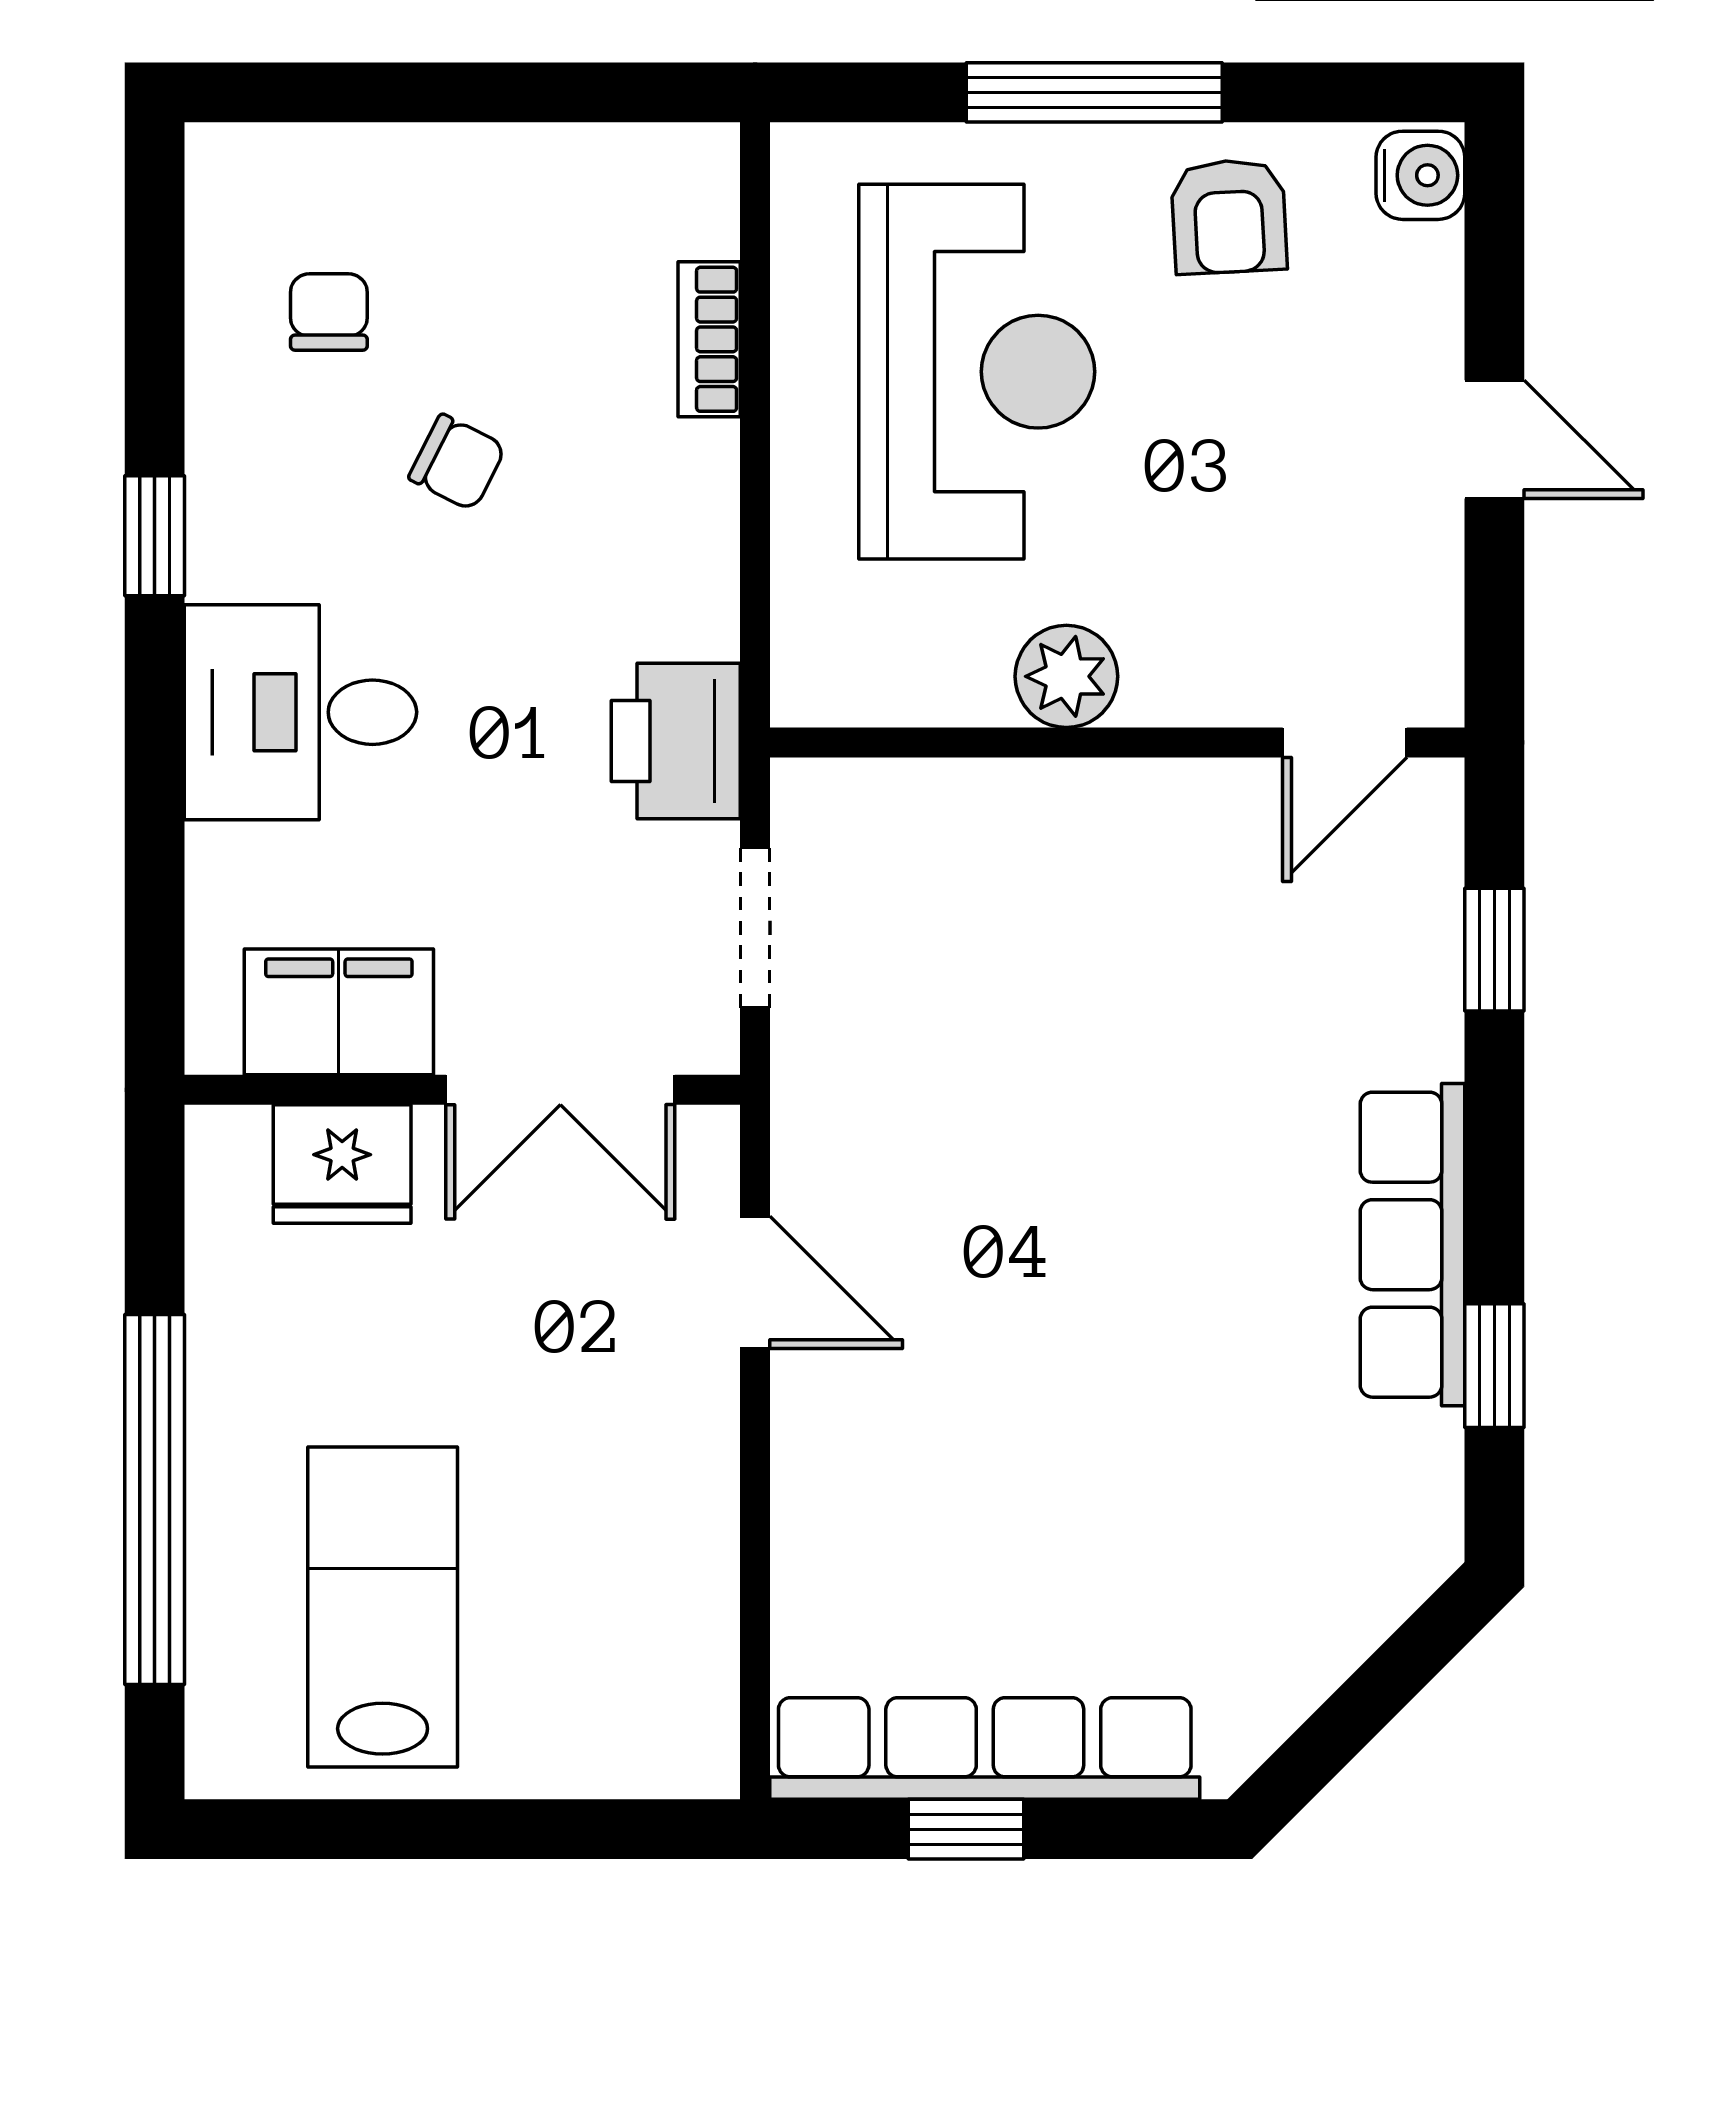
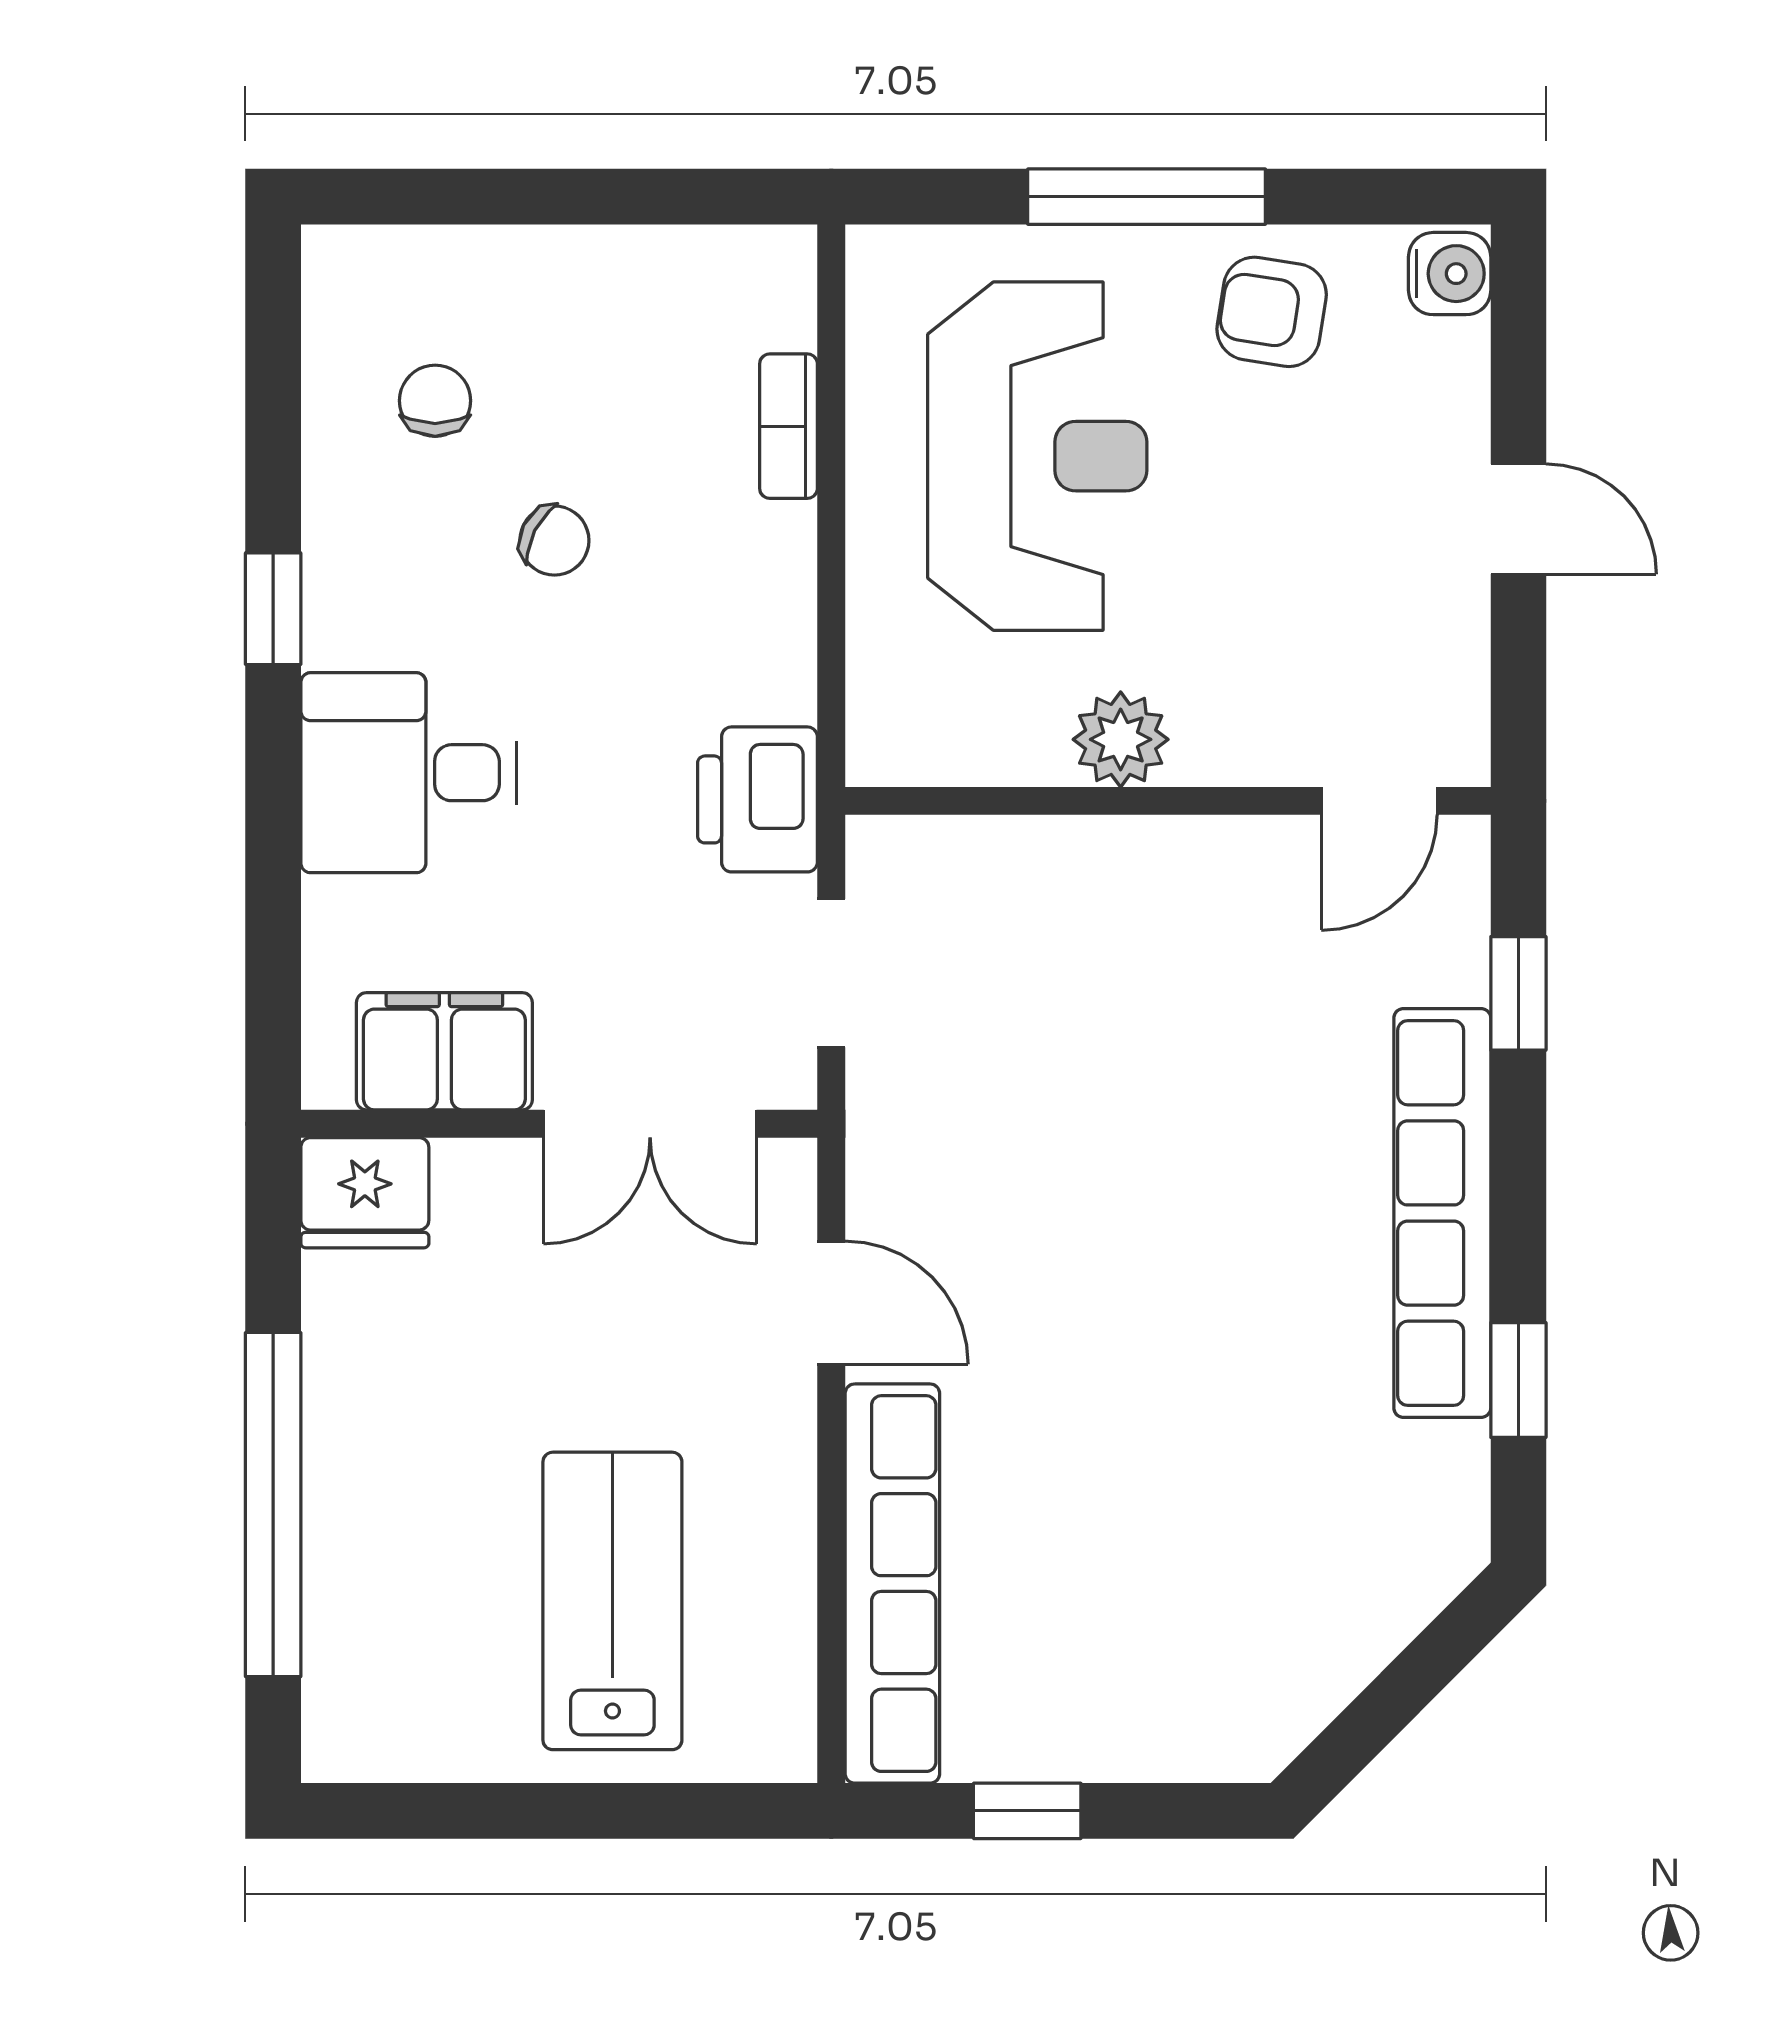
armchair: (1229, 216) -> (1272, 312), turned 102
fridge: (342, 1164) -> (365, 1193), moved
row of seats: (1412, 1245) -> (1442, 1213), width x1.36
lab bench: (383, 1607) -> (612, 1601), moved
row of seats: (985, 1748) -> (892, 1584), moved, turned 90

